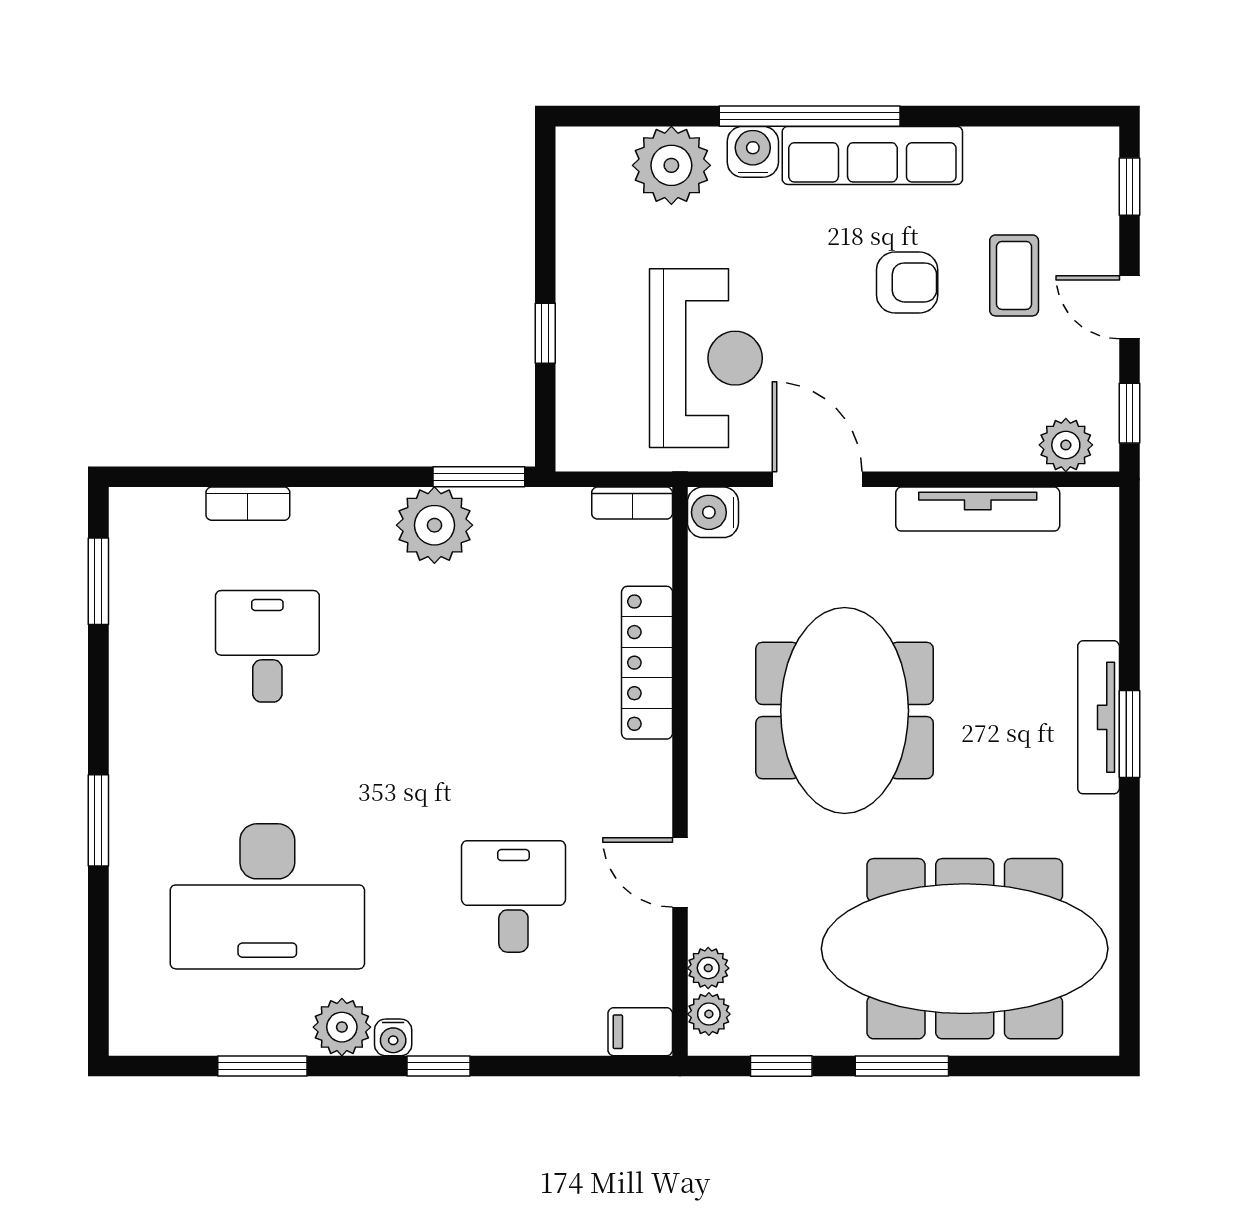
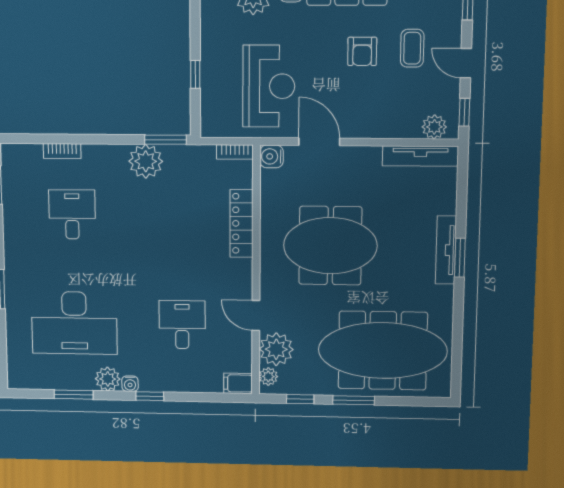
armchair: (907, 282) -> (362, 51), turned 90
tv unit: (978, 509) -> (420, 156), moved
meeting table: (845, 711) -> (330, 246), turned 90
plant: (708, 968) -> (276, 349), width x1.87, depth x1.87

